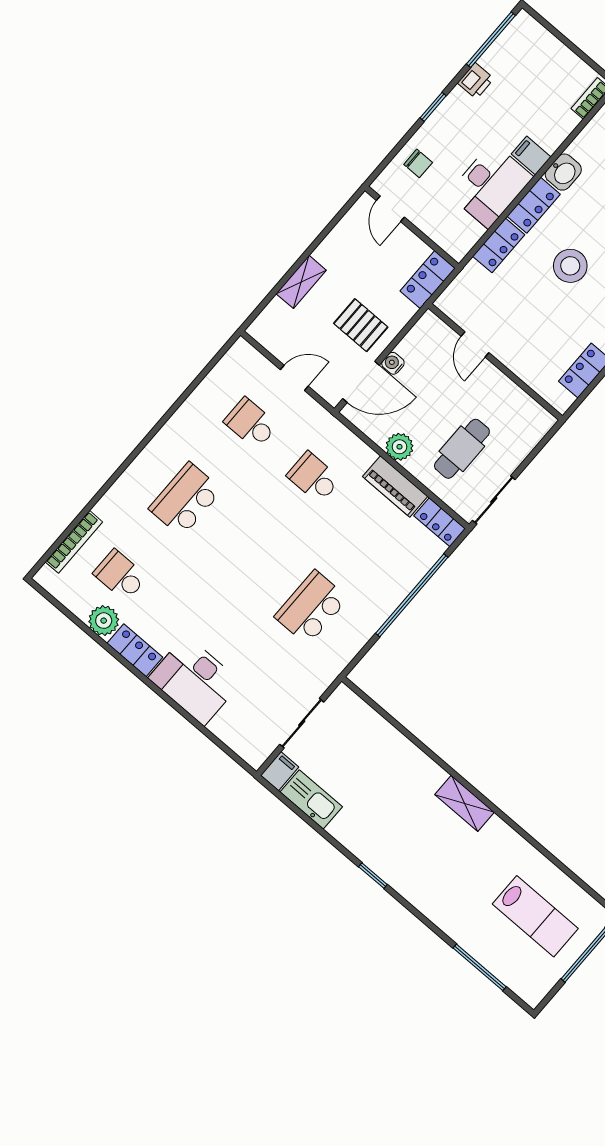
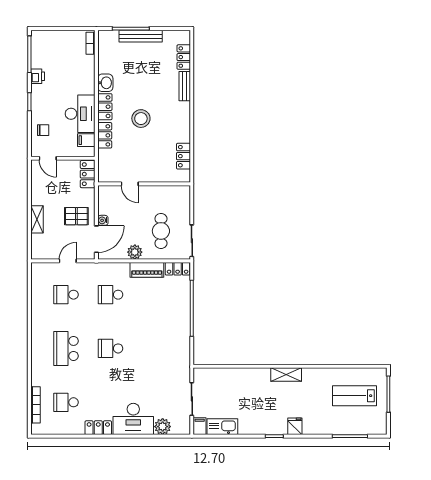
filing cabinet: (531, 155) -> (86, 140), moved
school desk: (311, 608) -> (111, 348), moved, width x0.54
plant: (104, 621) -> (163, 427), moved
fridge: (414, 887) -> (295, 426), added
lab bench: (535, 916) -> (355, 396), turned 180

